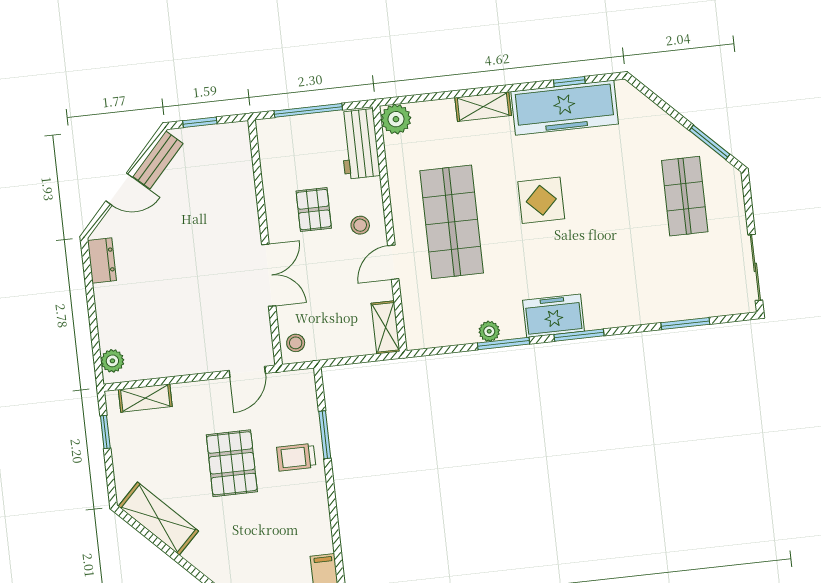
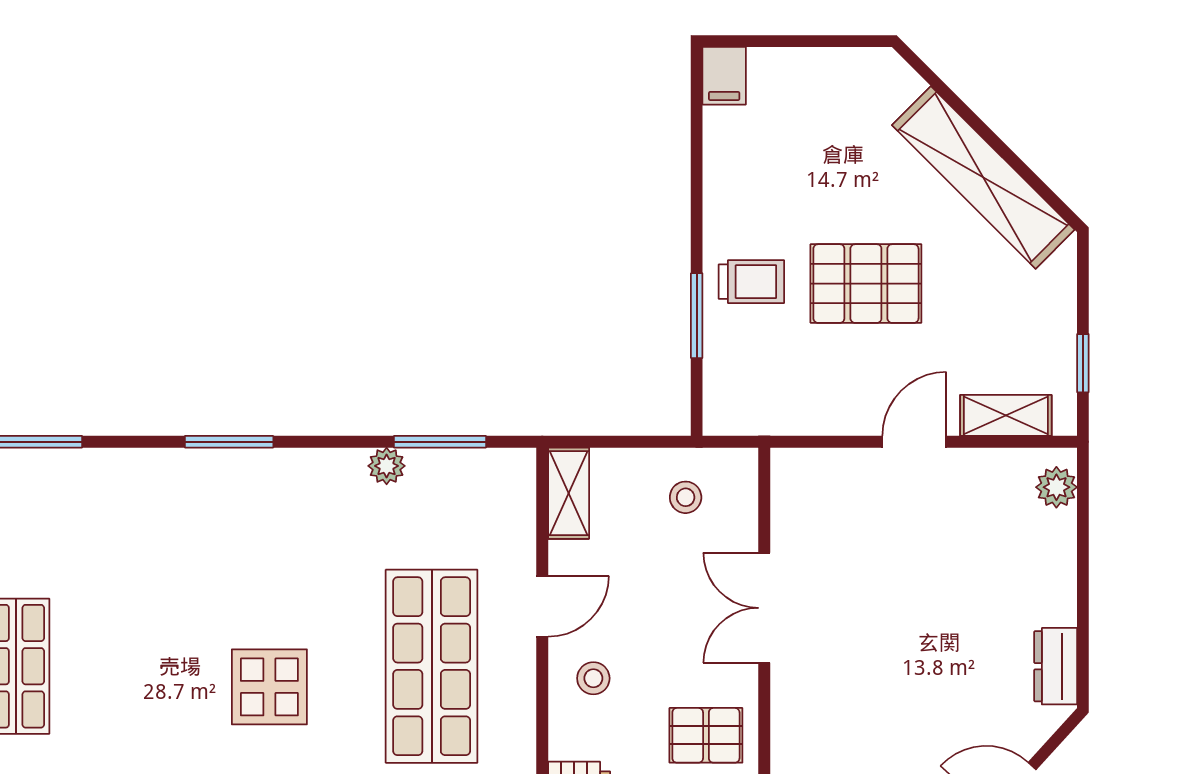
pallet: (314, 210) -> (706, 735), moved, turned 90
freezer: (554, 316) -> (270, 481), removed
stool: (296, 343) -> (686, 497), moved
window: (503, 343) -> (440, 442), moved
door: (247, 372) -> (914, 442), moved
pallet: (232, 463) -> (866, 284), turned 90
shelving: (158, 519) -> (983, 177), width x1.47

